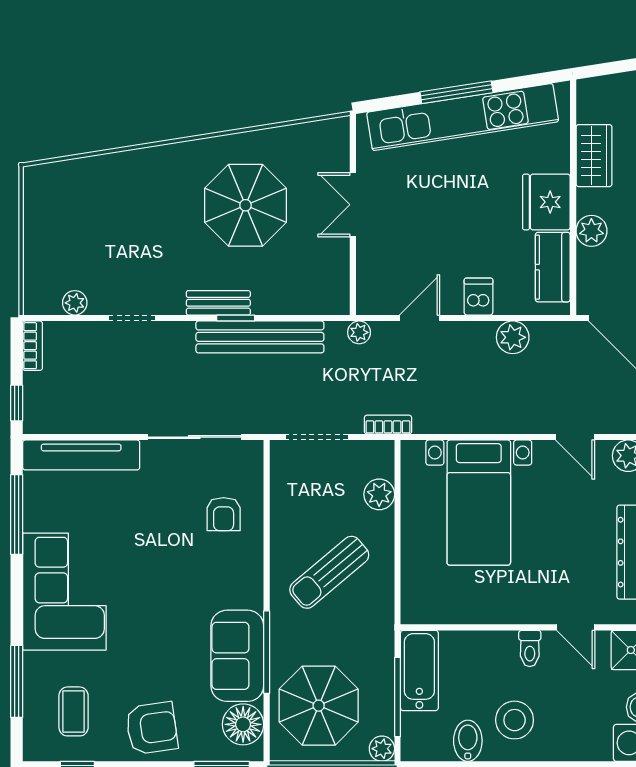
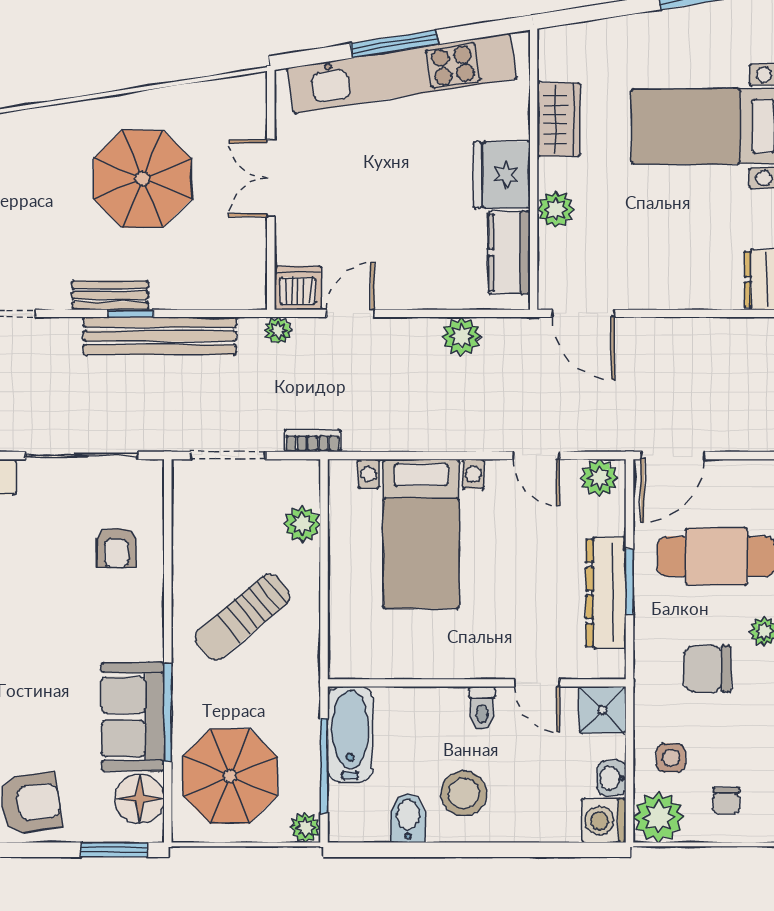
dishwasher: (478, 297) -> (298, 288), moved, width x1.38

